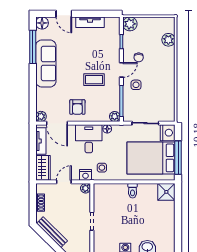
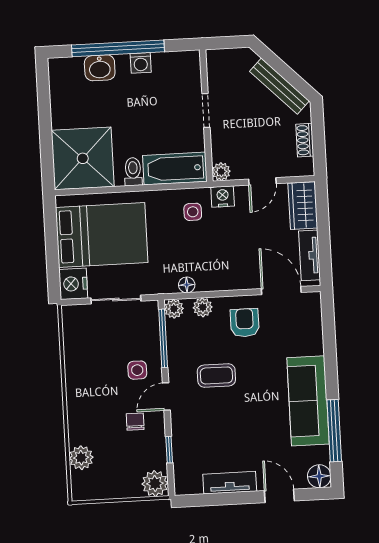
plant: (41, 116) -> (203, 307), moved
desk: (89, 139) -> (220, 265), removed
window: (178, 158) -> (51, 238), removed
bathtub: (110, 191) -> (175, 168), added
shower: (166, 192) -> (83, 158), width x1.86, depth x1.86

